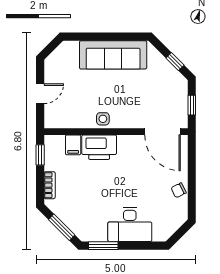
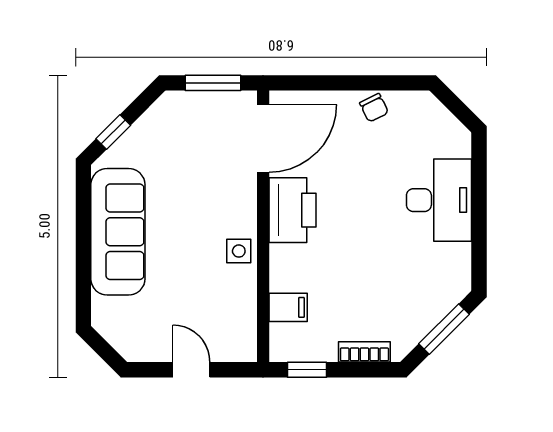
window: (175, 62) -> (113, 132), moved
window: (192, 105) -> (213, 83), width x1.50
printer: (99, 147) -> (293, 210), moved
window: (103, 246) -> (479, 250), removed

